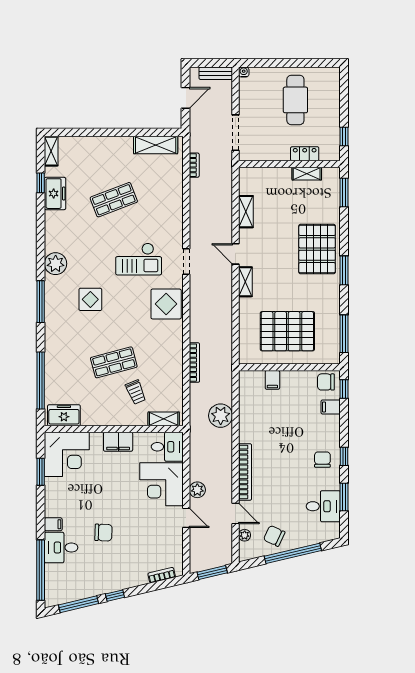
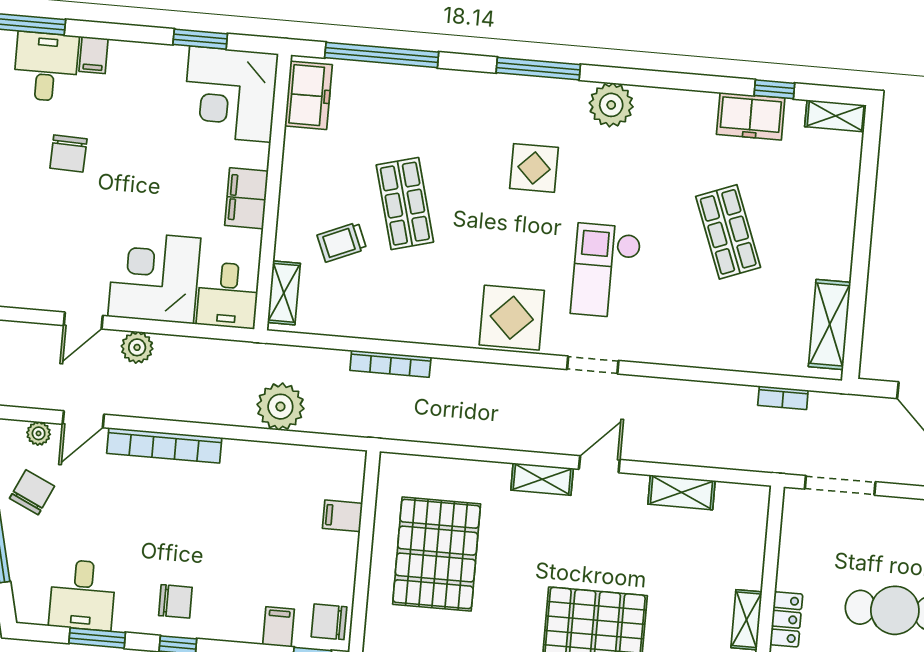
chair: (326, 382) -> (329, 622), turned -90

